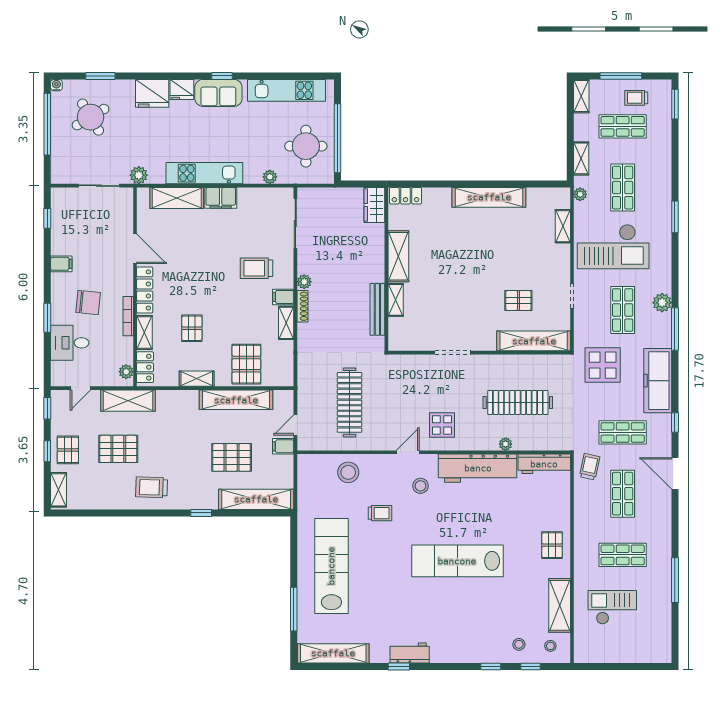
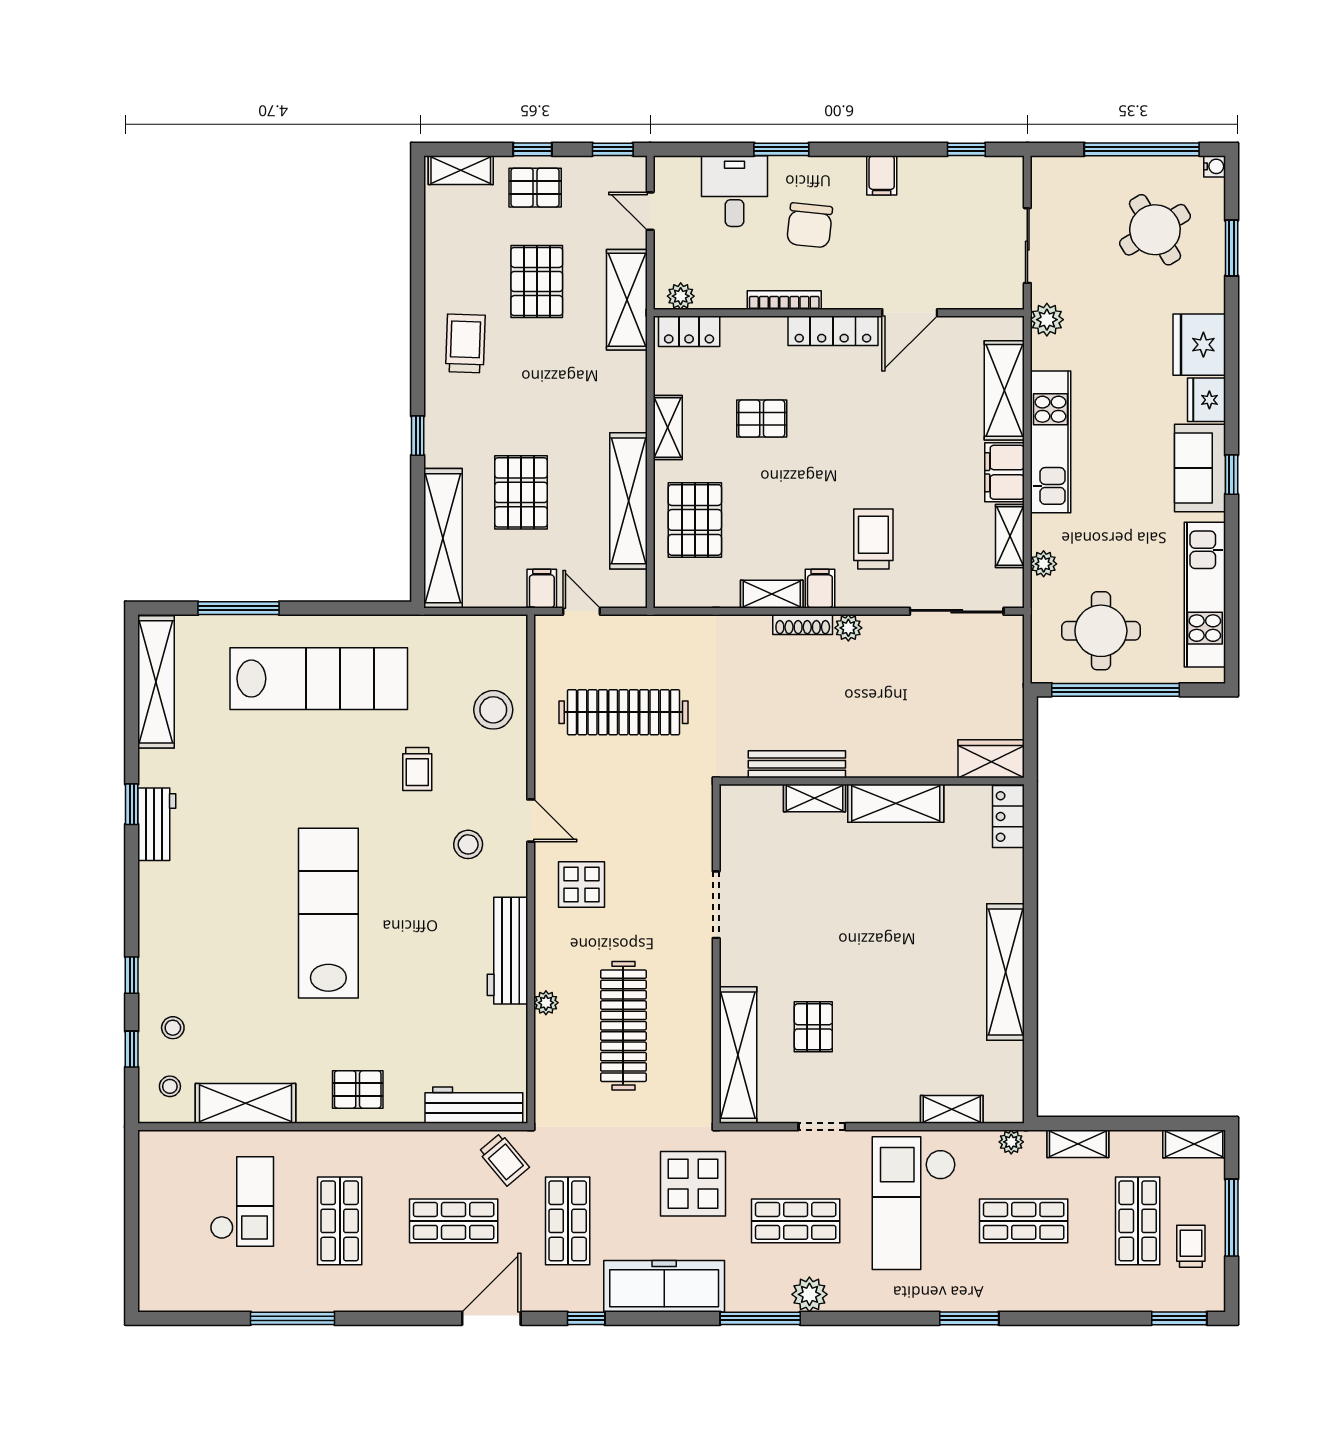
shelving: (144, 332) -> (1010, 536), moved, turned 90
pallet: (246, 364) -> (695, 520), turned 90
workbench: (544, 464) -> (474, 1105), moved, turned 90
trolley: (590, 467) -> (504, 1159), turned 38
workbench: (478, 468) -> (508, 951), width x0.73, depth x0.76

